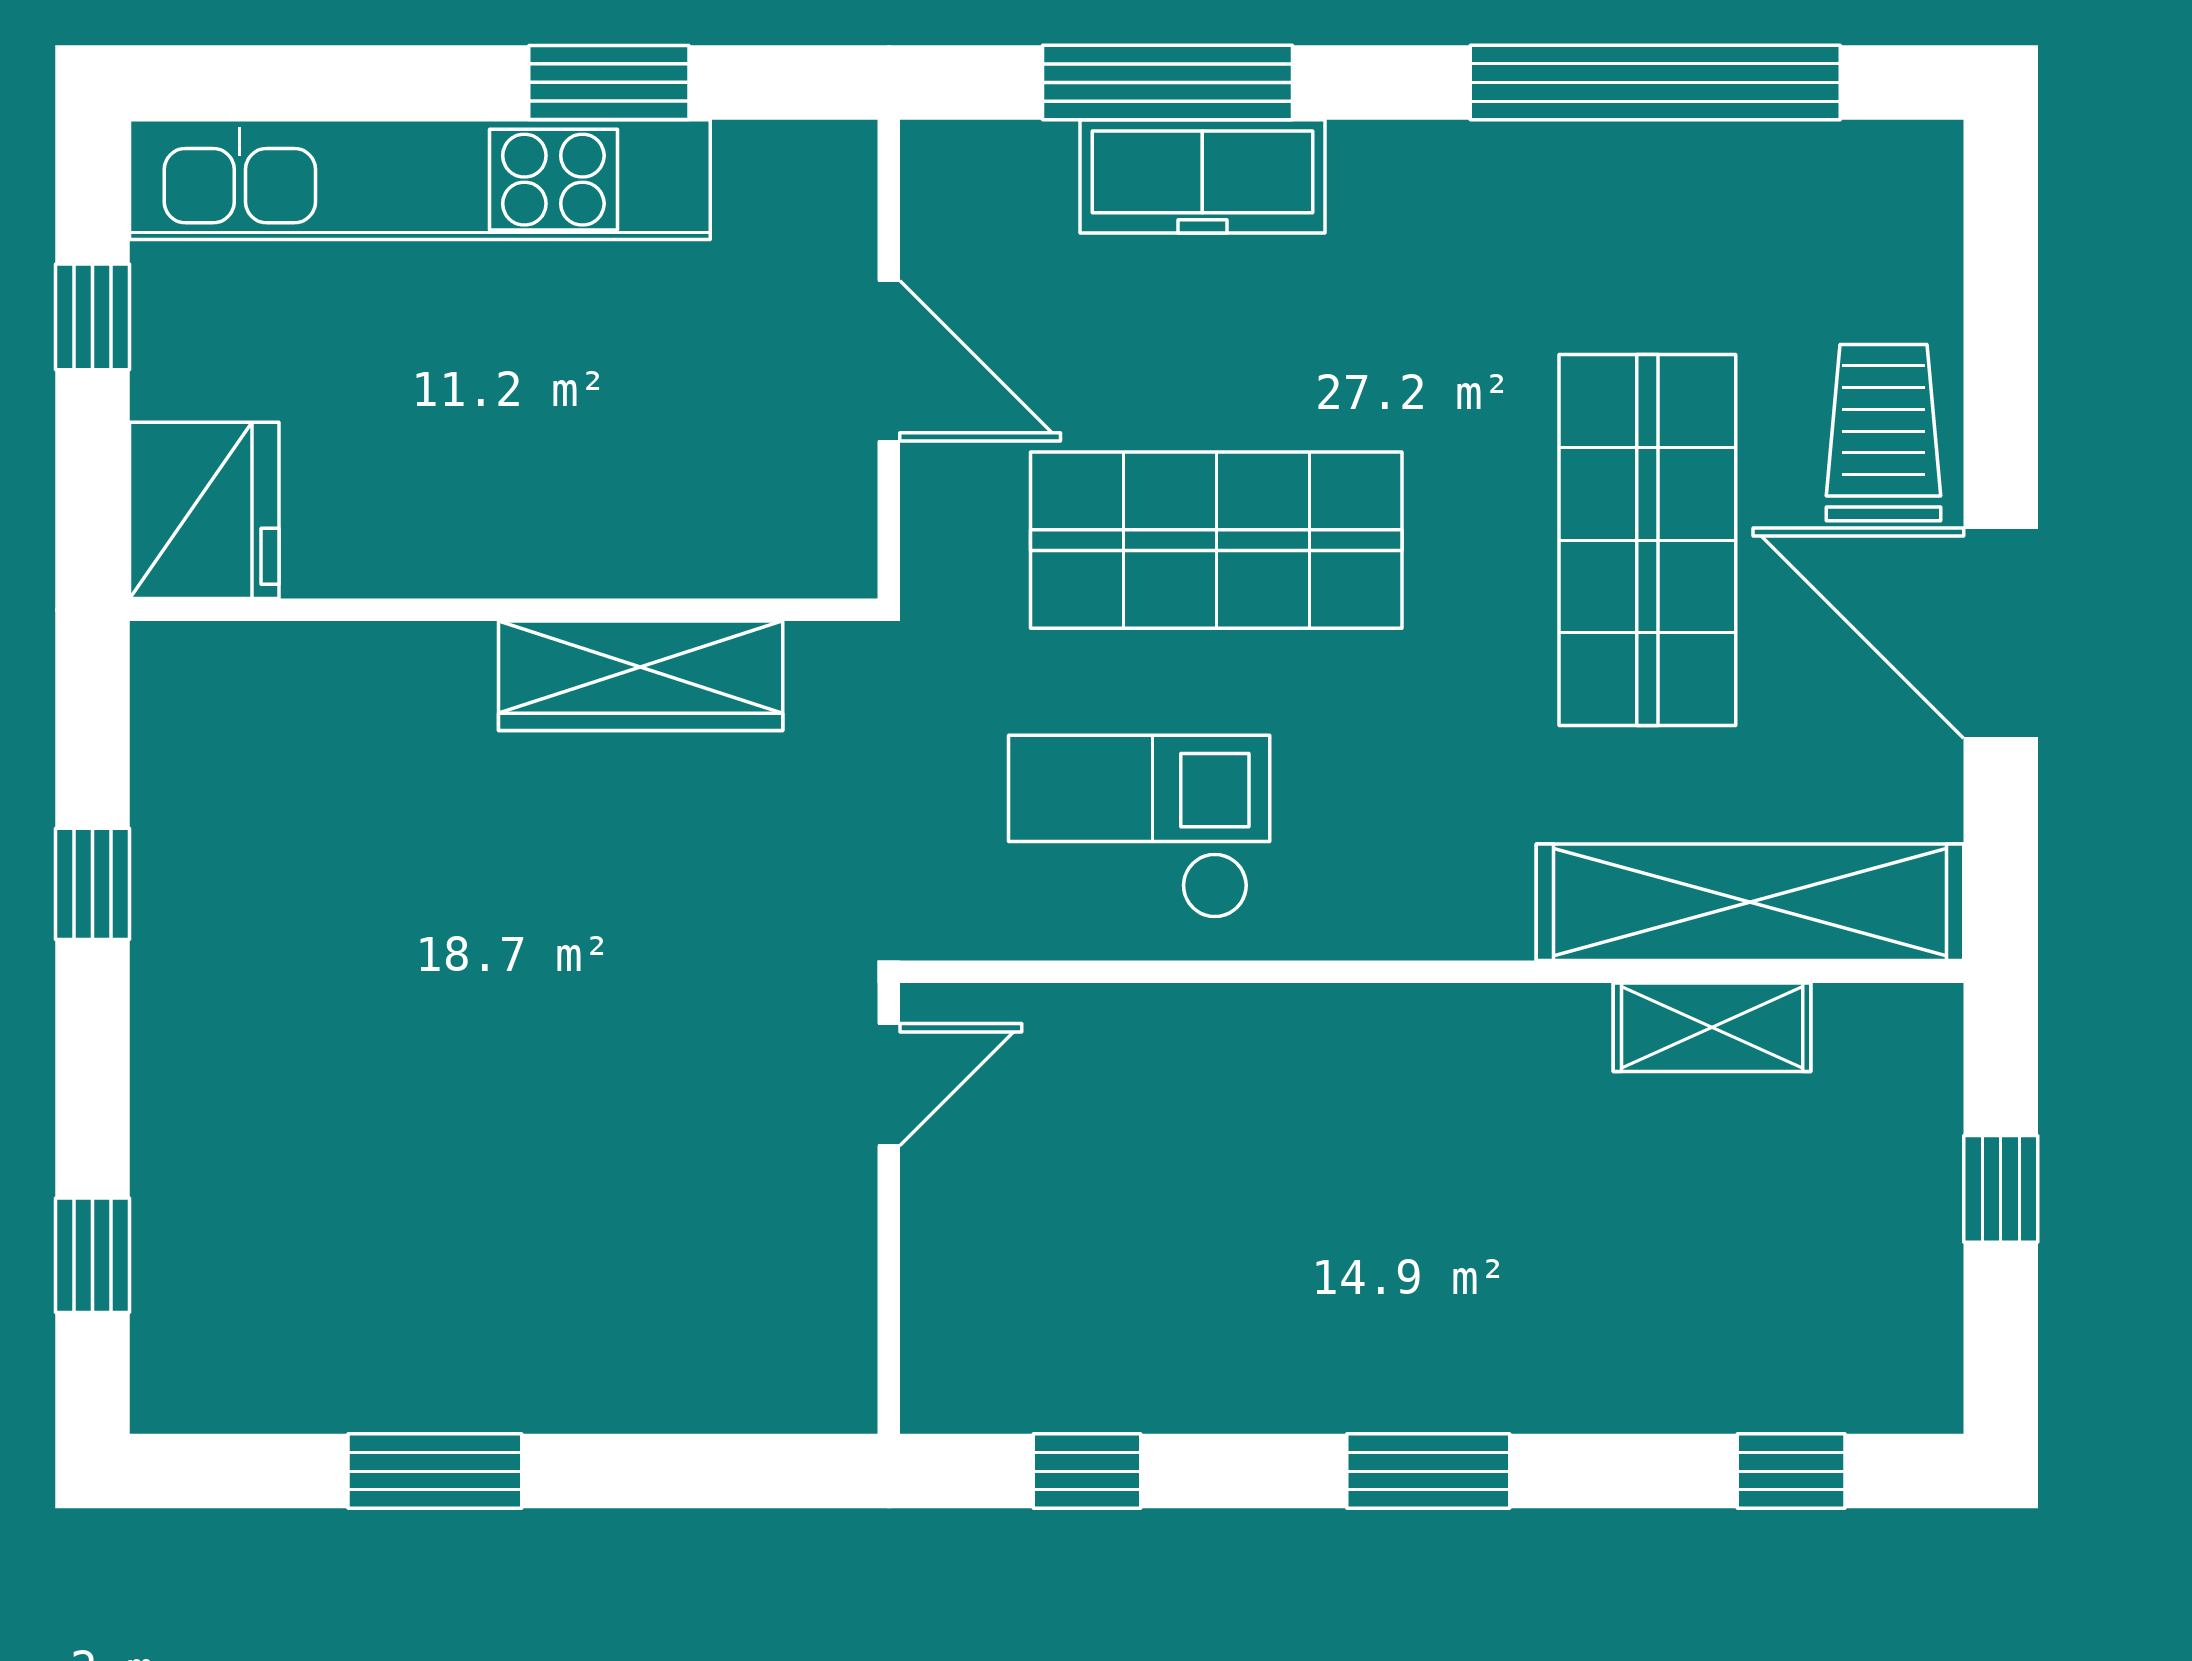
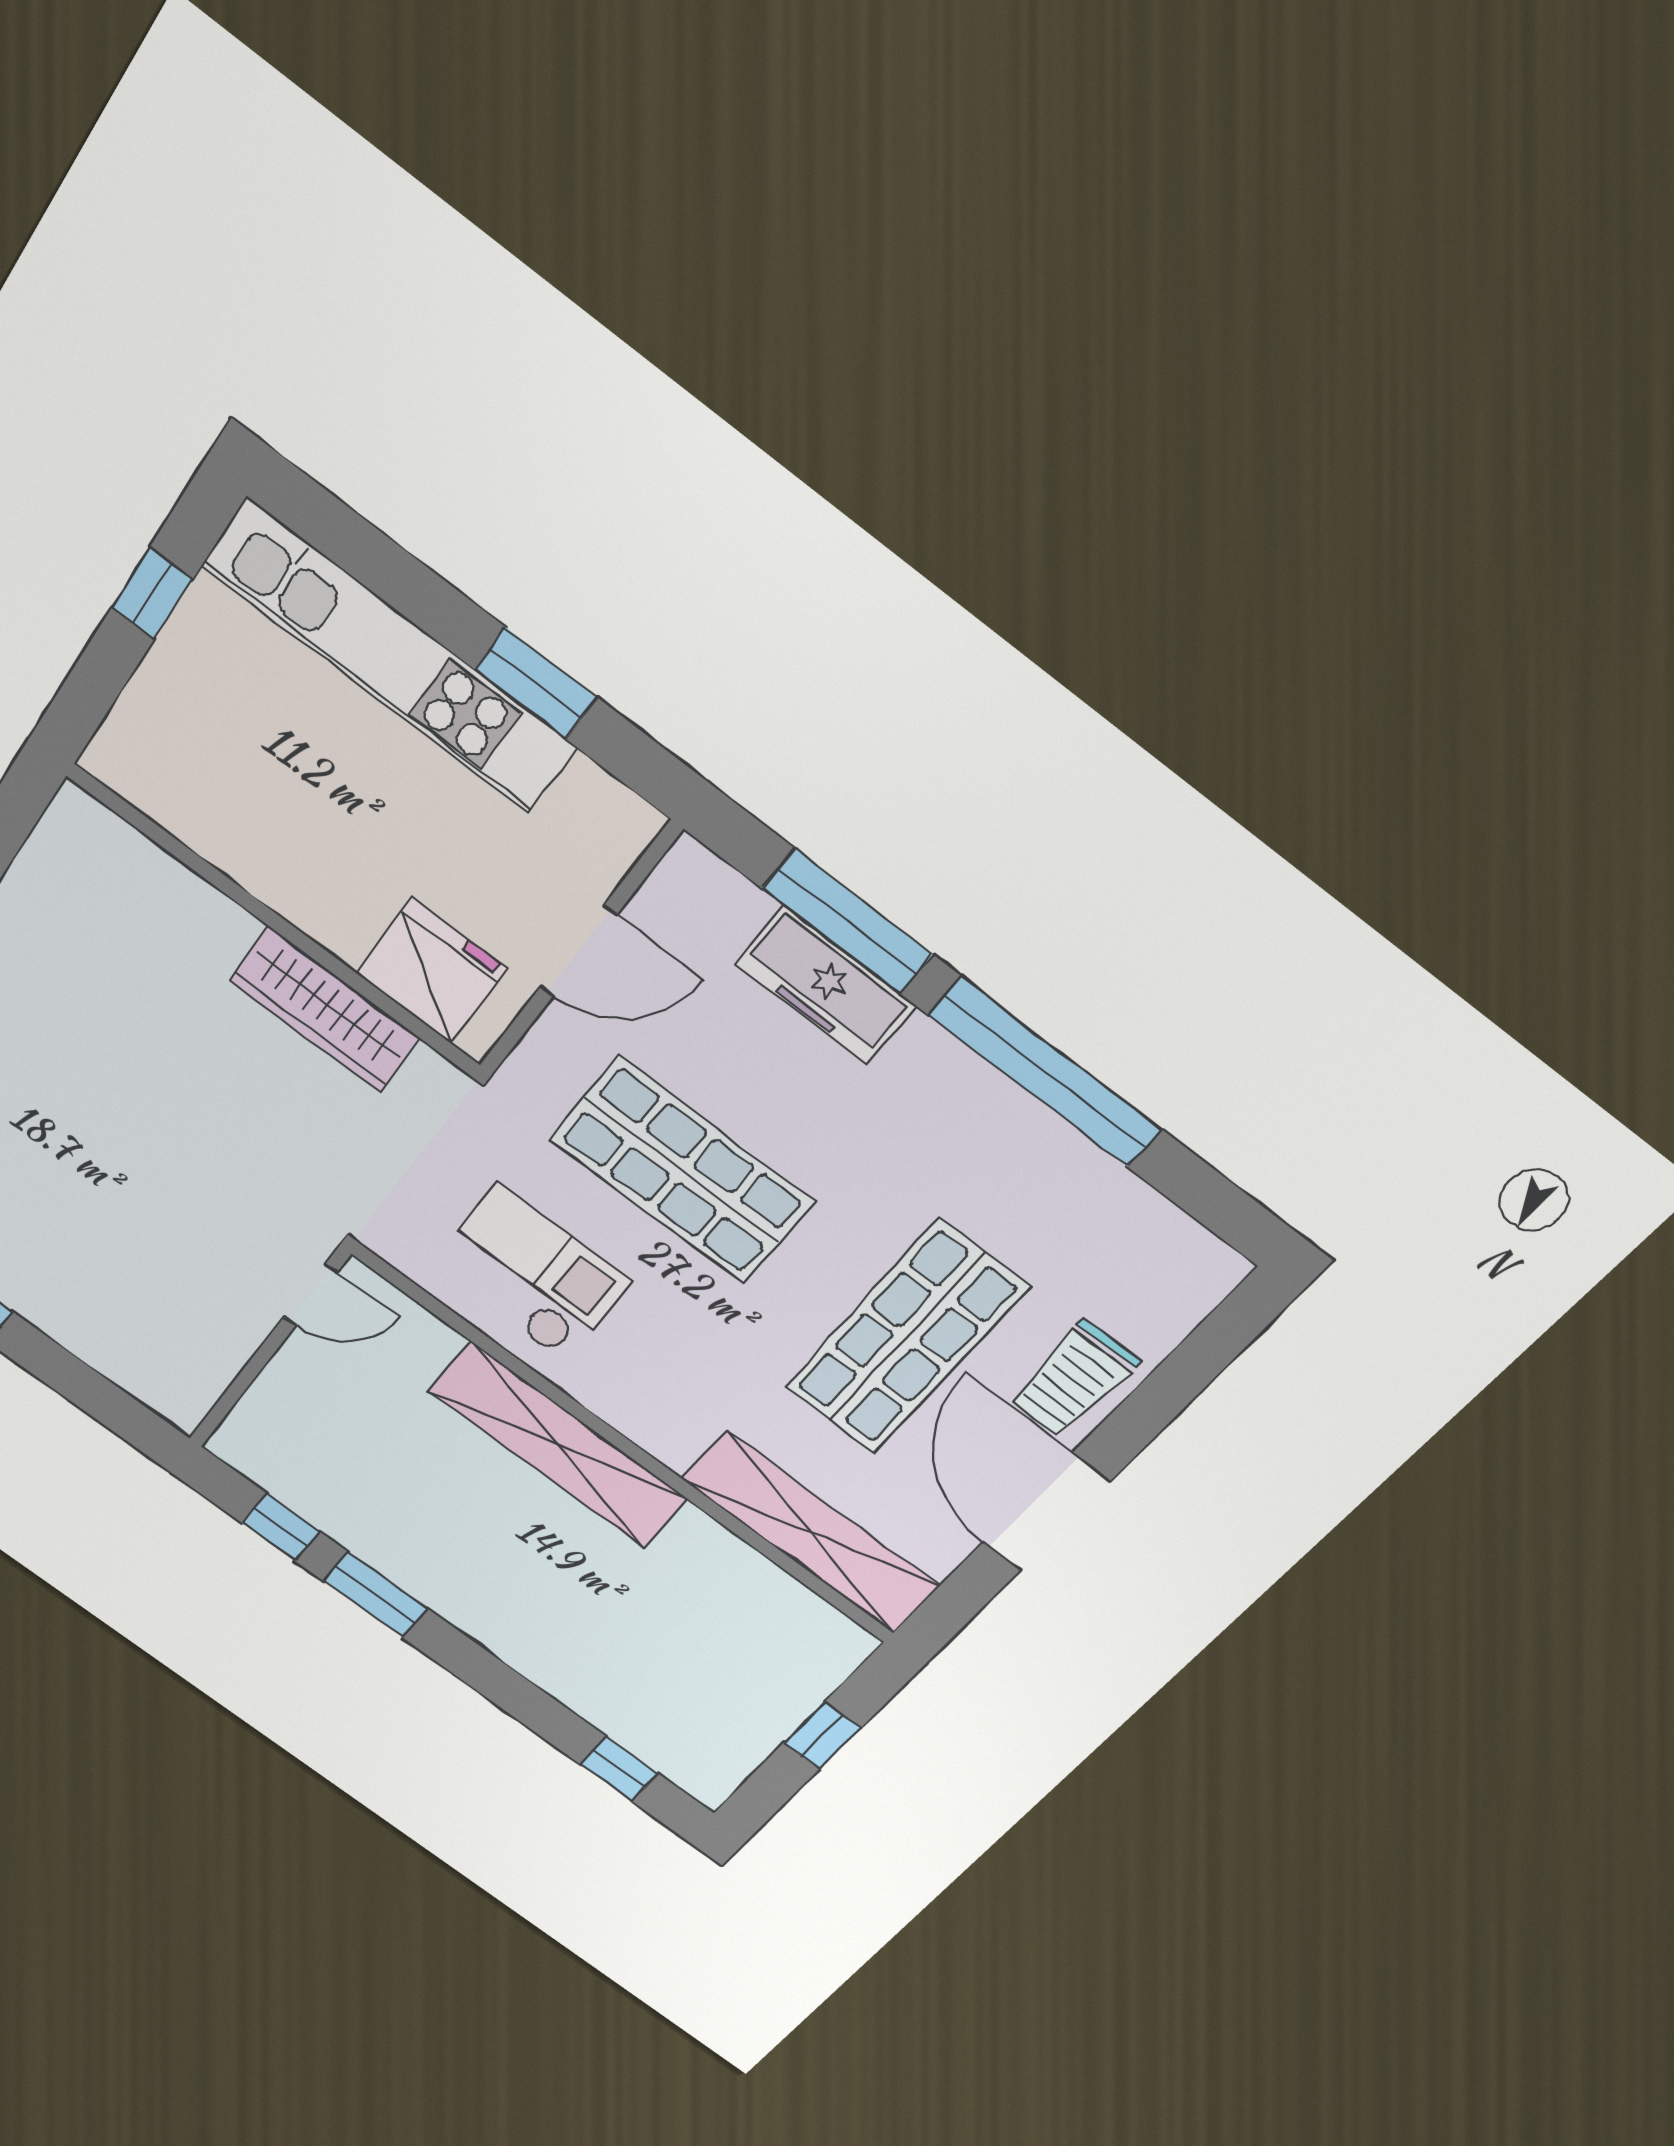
window: (1655, 82) -> (1045, 1072), moved
door: (889, 361) -> (578, 951), hinge flipped
trolley: (1883, 433) -> (1074, 1380), turned 180
fridge: (204, 510) -> (431, 971), moved, turned -90
shelving: (1712, 1027) -> (558, 1445), moved, width x2.20, depth x1.33
window: (1428, 1471) -> (376, 1595), moved

